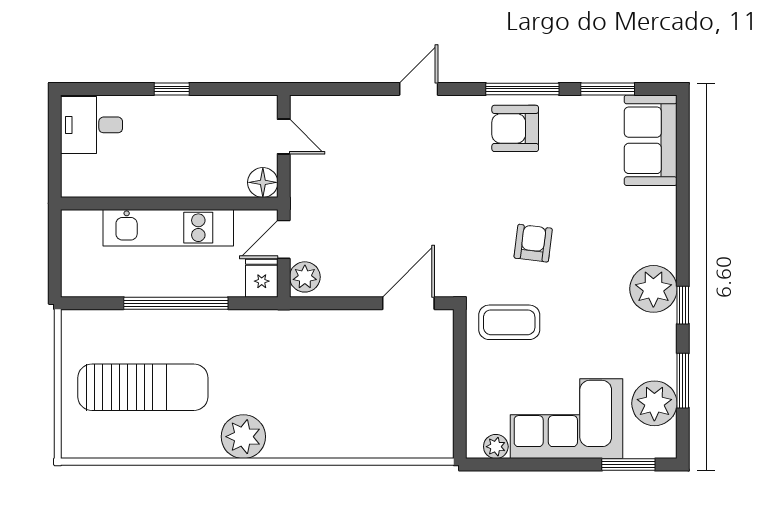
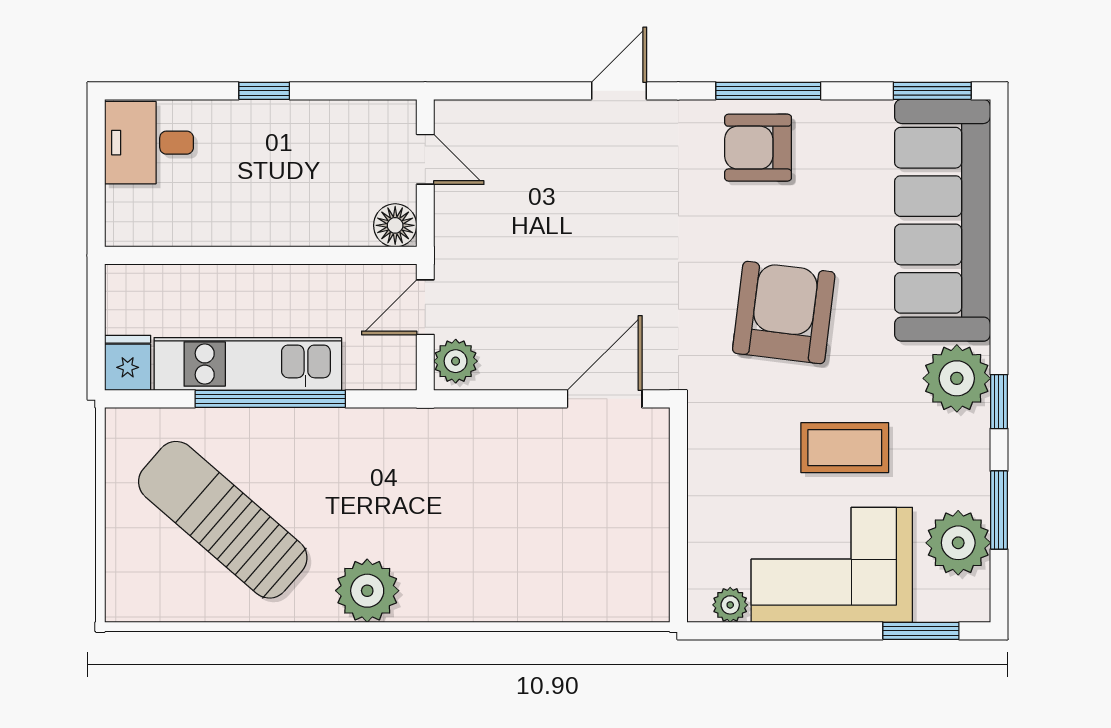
window: (608, 89) -> (932, 91), moved
sofa: (651, 140) -> (943, 220), width x1.85, depth x1.27
kitchen unit: (168, 228) -> (248, 364), moved, turned 180
armchair: (533, 243) -> (784, 313), width x1.88, depth x1.88
fridge: (262, 278) -> (128, 363), moved
coffee table: (509, 322) -> (845, 448), moved
sun lounger: (143, 387) -> (223, 520), turned -139

